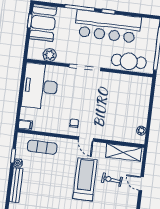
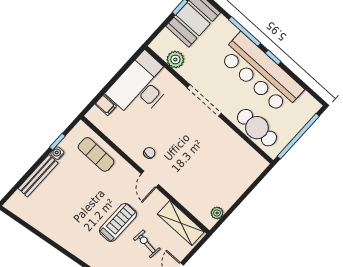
filing cabinet: (25, 125) -> (106, 105), moved
treadmill: (85, 179) -> (118, 222), width x0.73, depth x0.73

